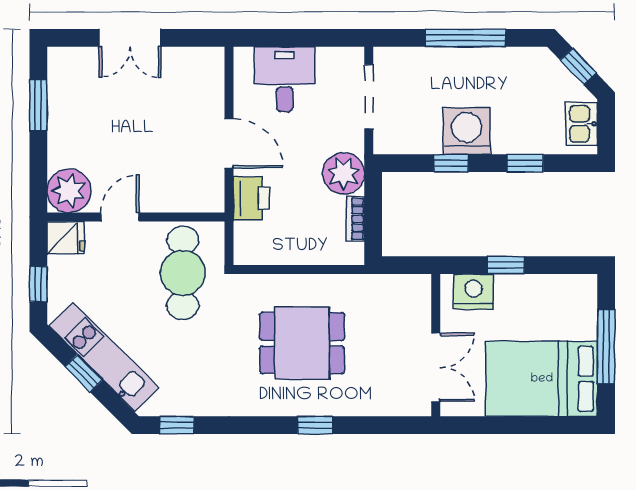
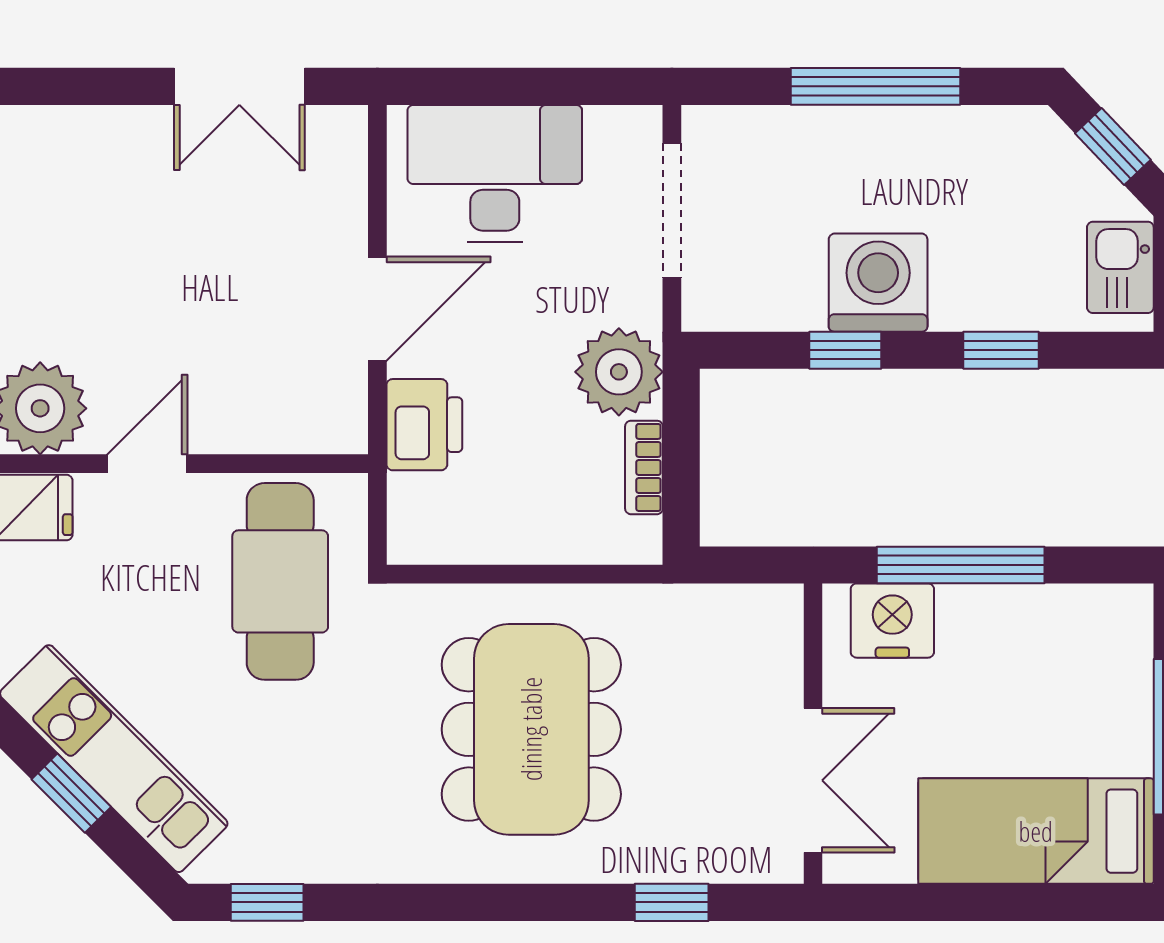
double door: (130, 38) -> (239, 86), moved
desk: (285, 79) -> (495, 173), width x1.37
door: (229, 143) -> (377, 309), hinge flipped
window: (506, 265) -> (961, 565), width x2.17
dining table: (302, 343) -> (531, 729), width x1.38
bed: (542, 379) -> (1036, 831), width x0.67
window: (315, 425) -> (672, 902), moved

